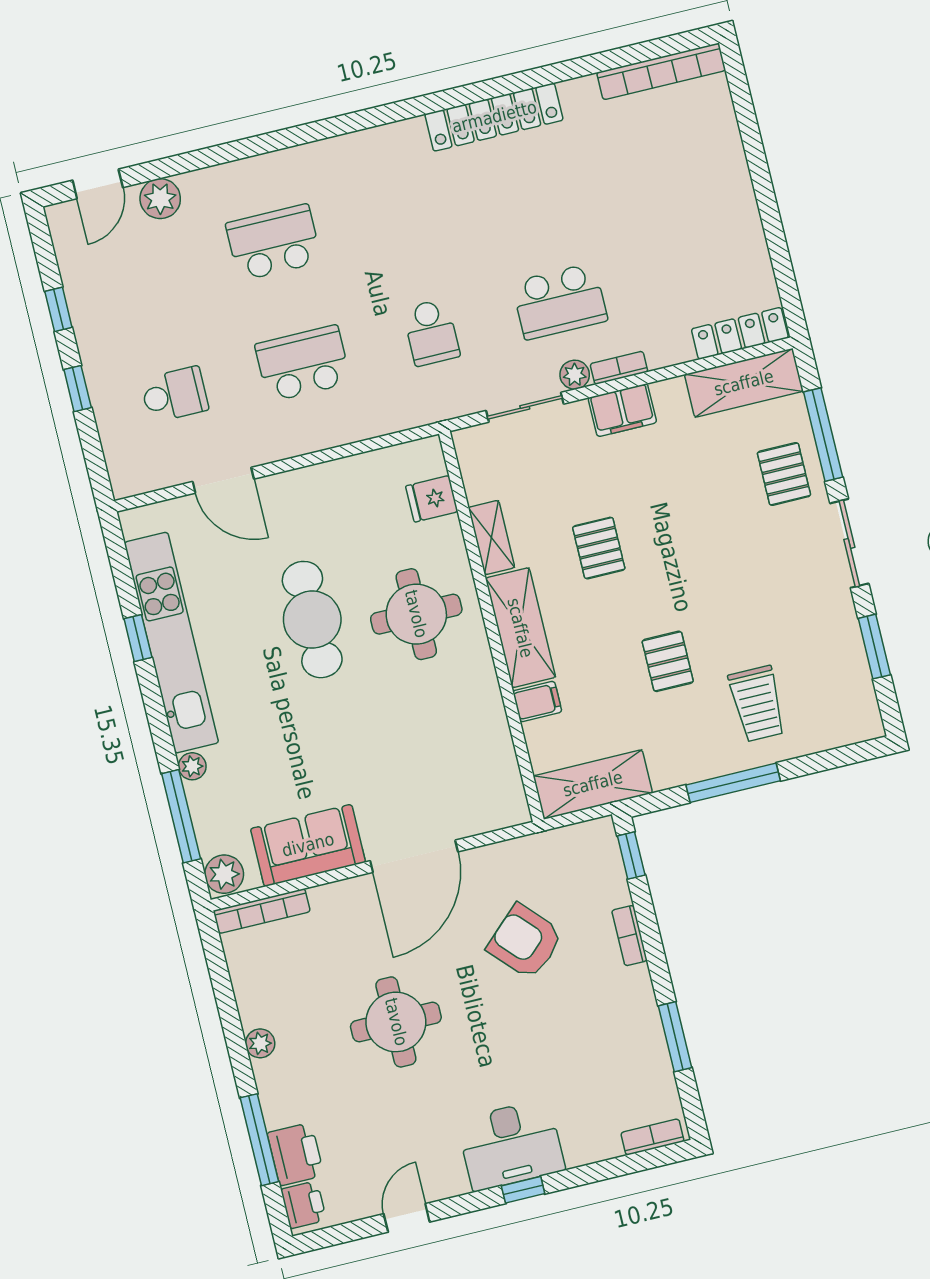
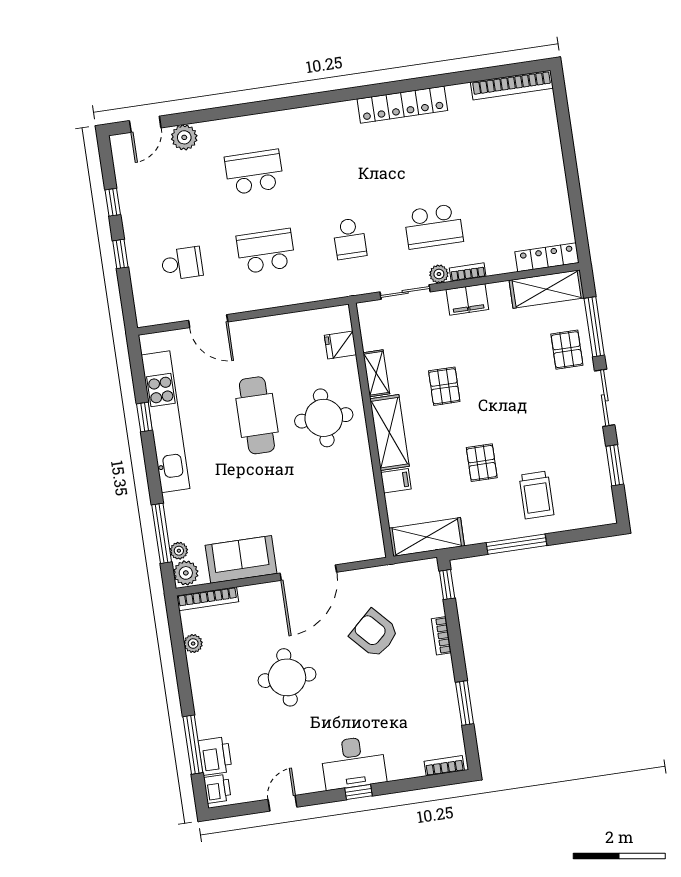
plant: (192, 766) -> (179, 551), moved
plant: (260, 1043) -> (193, 644), moved

